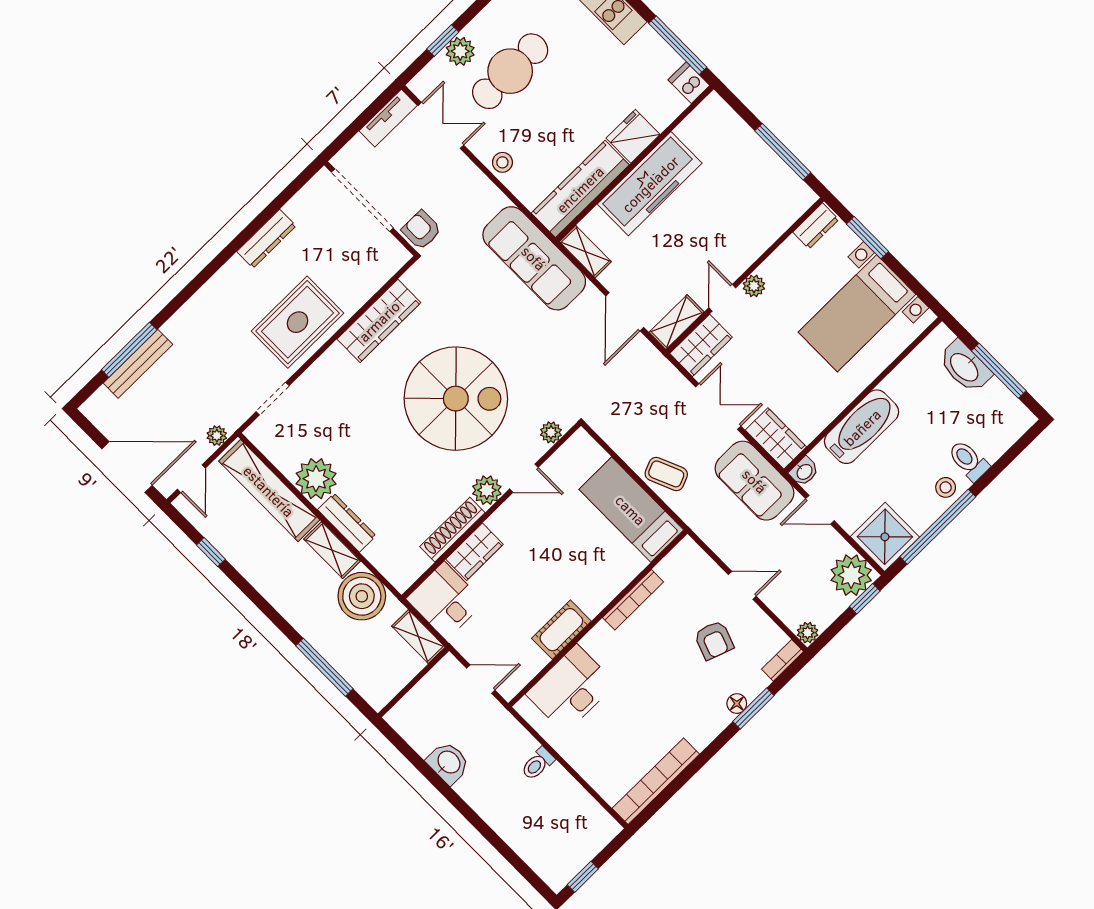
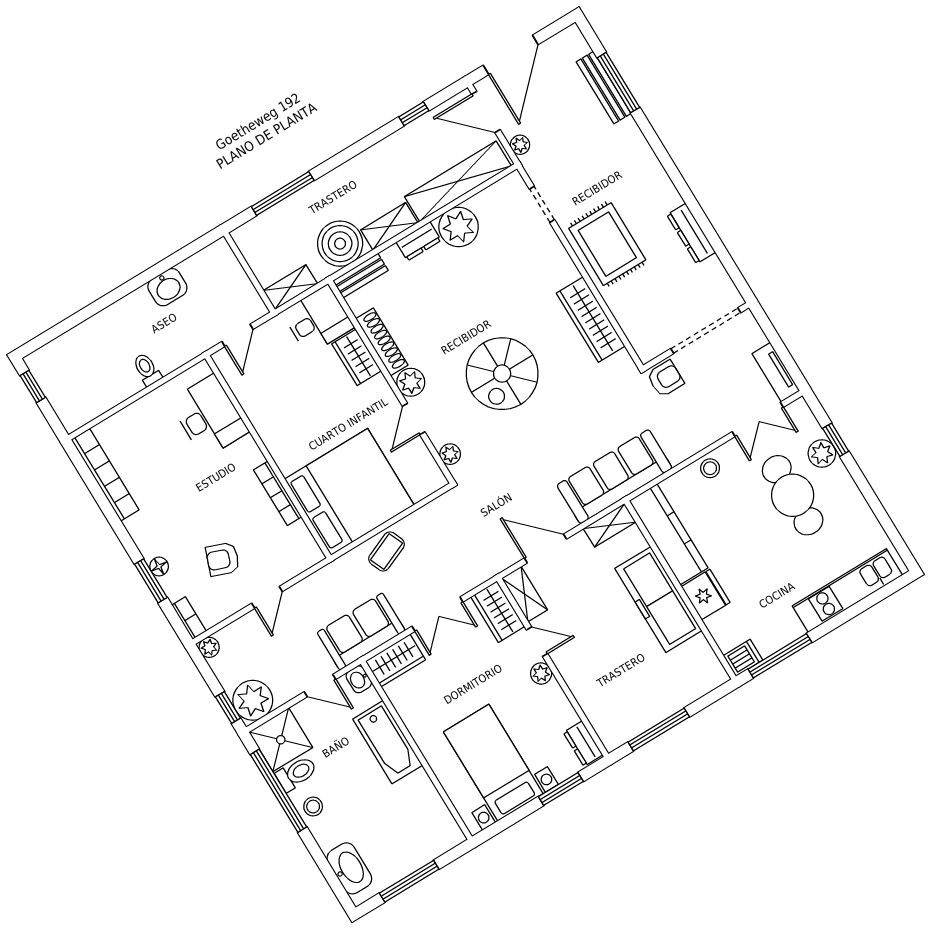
washbasin: (965, 367) -> (349, 868), moved, turned 90
spiral stairs: (456, 399) -> (502, 374), width x0.73, depth x0.73
toilet: (968, 461) -> (296, 773), moved
door: (191, 479) -> (486, 112), width x1.38
bed: (631, 510) -> (349, 492), width x2.04
door: (820, 510) -> (320, 686), swing flipped
dresser: (347, 523) -> (419, 241), width x0.70
bench: (390, 568) -> (360, 275), added
cot: (561, 630) -> (266, 421), removed

